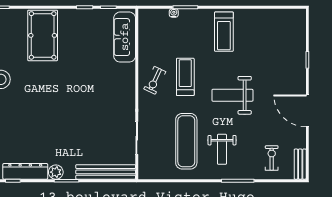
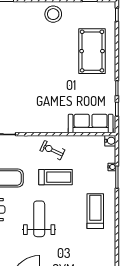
water cooler: (144, 15) -> (110, 141), added
treadmill: (224, 32) -> (95, 211), turned 90
pool table: (43, 35) -> (92, 51), turned 90

